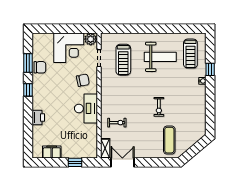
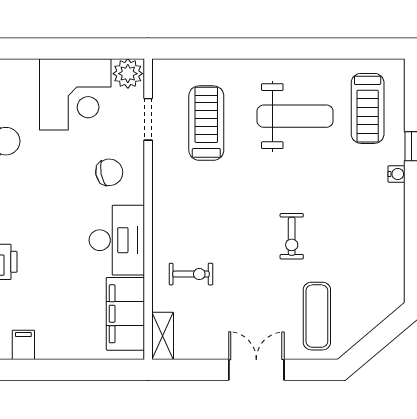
treadmill: (123, 60) -> (206, 123), turned 180
filing cabinet: (90, 139) -> (125, 314), added
filing cabinet: (52, 152) -> (23, 345), width x0.50
window: (75, 162) -> (90, 370), removed
double door: (122, 162) -> (256, 370), moved

